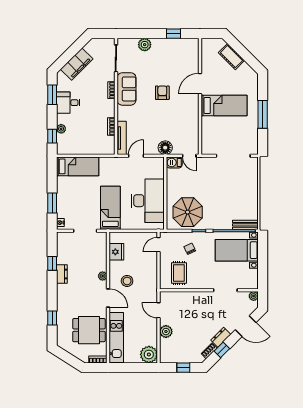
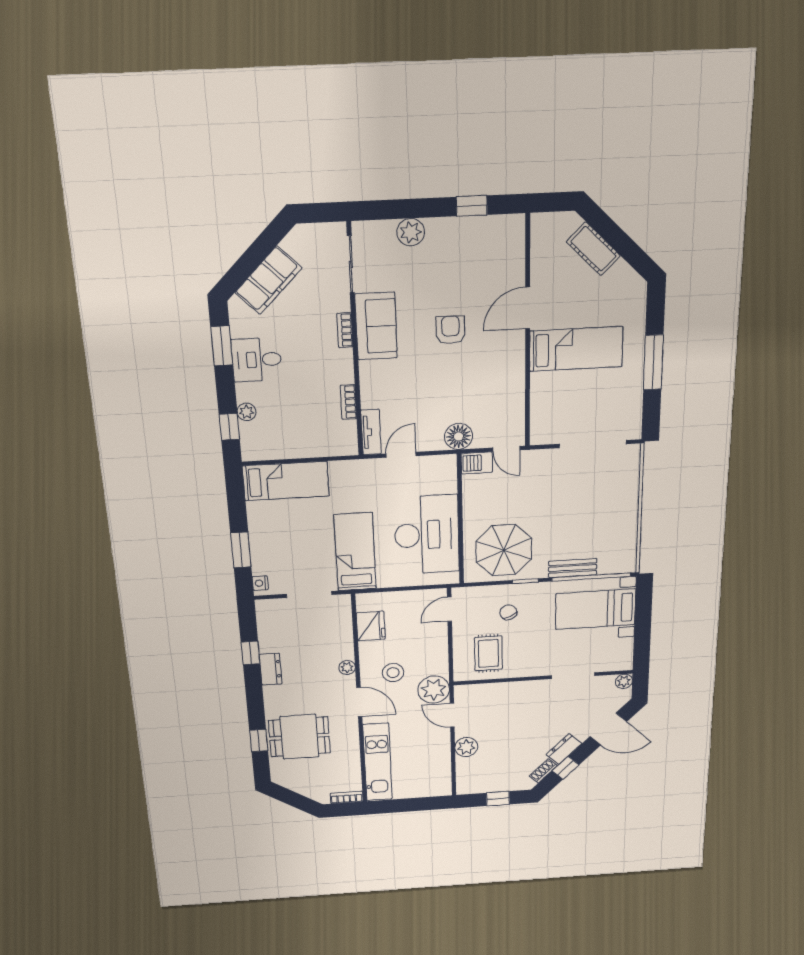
tv unit: (122, 138) -> (371, 432), width x0.71
bench: (245, 225) -> (573, 568), moved
dining table: (89, 330) -> (299, 737), moved
plant: (149, 354) -> (434, 690), moved

